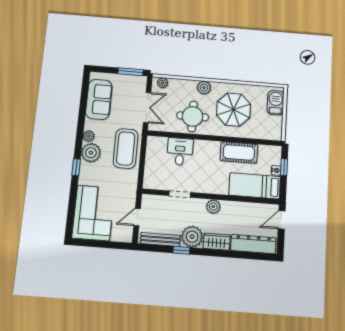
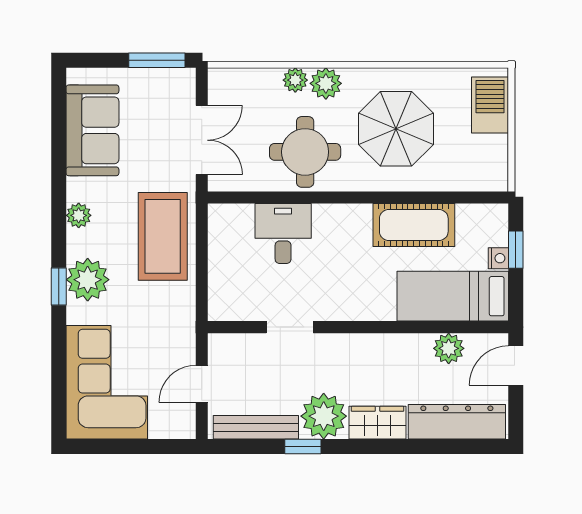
plant: (163, 83) -> (295, 80), moved
plant: (91, 153) -> (88, 280), moved
plant: (213, 207) -> (449, 348), moved

